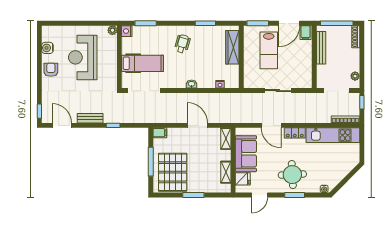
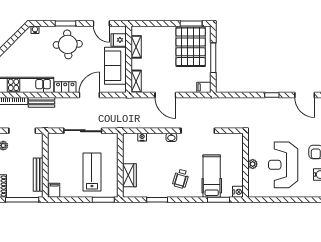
door: (289, 23) -> (71, 200), removed
plant: (112, 30) -> (253, 164), moved
wardrobe: (232, 47) -> (129, 175), width x0.67
reception desk: (83, 57) -> (283, 165), turned 180
hospital bed: (143, 63) -> (212, 176), moved, turned 90
doorway: (144, 91) -> (198, 131), moved
sliding door: (278, 91) -> (83, 131), width x1.37
bench: (90, 118) -> (42, 102), moved
window: (113, 125) -> (272, 95), moved
door: (271, 125) -> (89, 95), hinge flipped
window: (193, 195) -> (191, 23), moved
door: (260, 195) -> (101, 23), swing flipped

